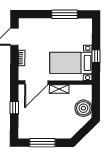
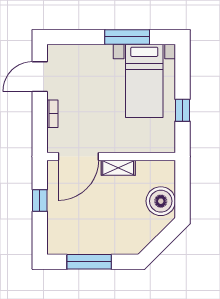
bed with nightstands: (71, 63) -> (144, 81), moved, turned -90

